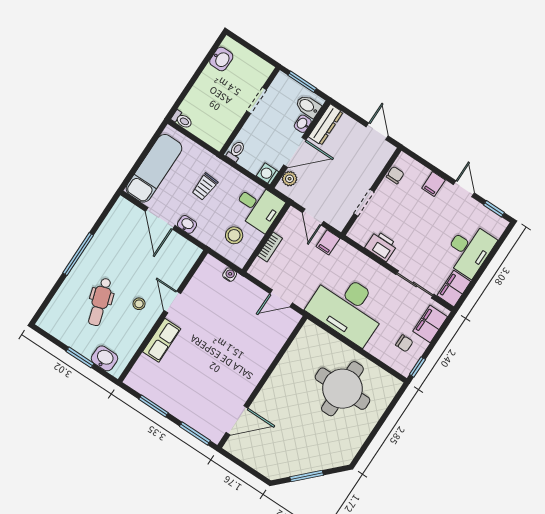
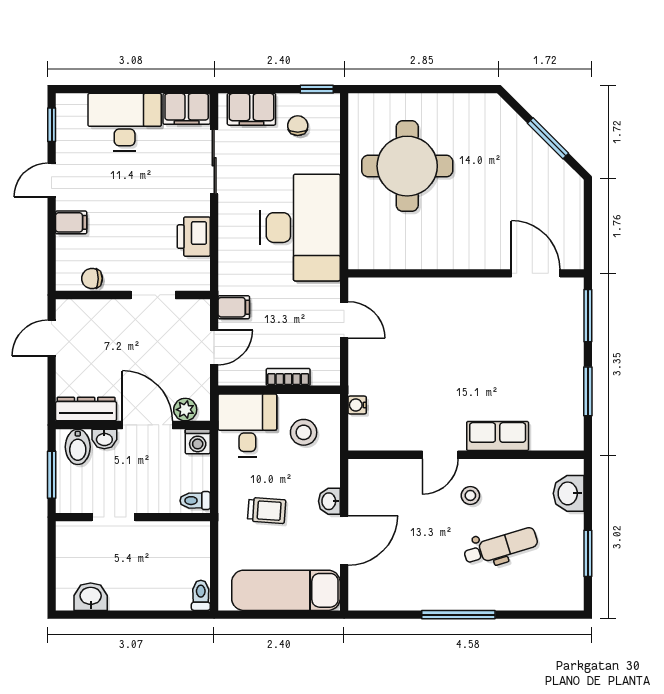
window: (80, 357) -> (588, 553), moved

